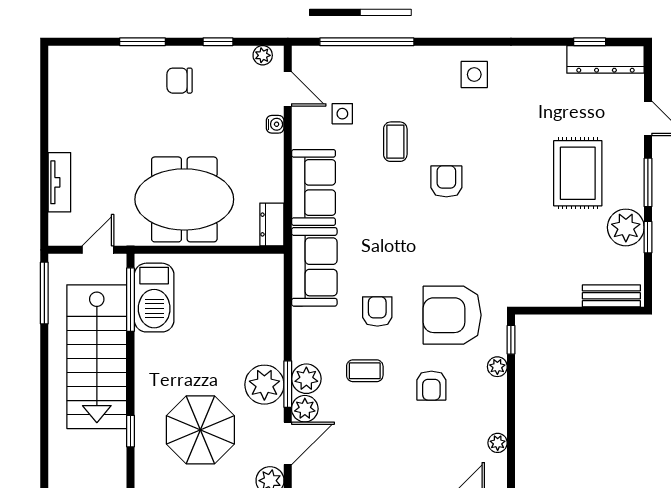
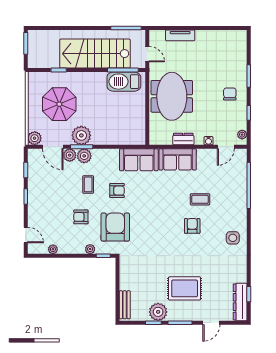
side table: (342, 114) -> (214, 173), removed
armchair: (446, 181) -> (192, 226), moved, turned -90
dresser: (272, 225) -> (183, 139), moved

